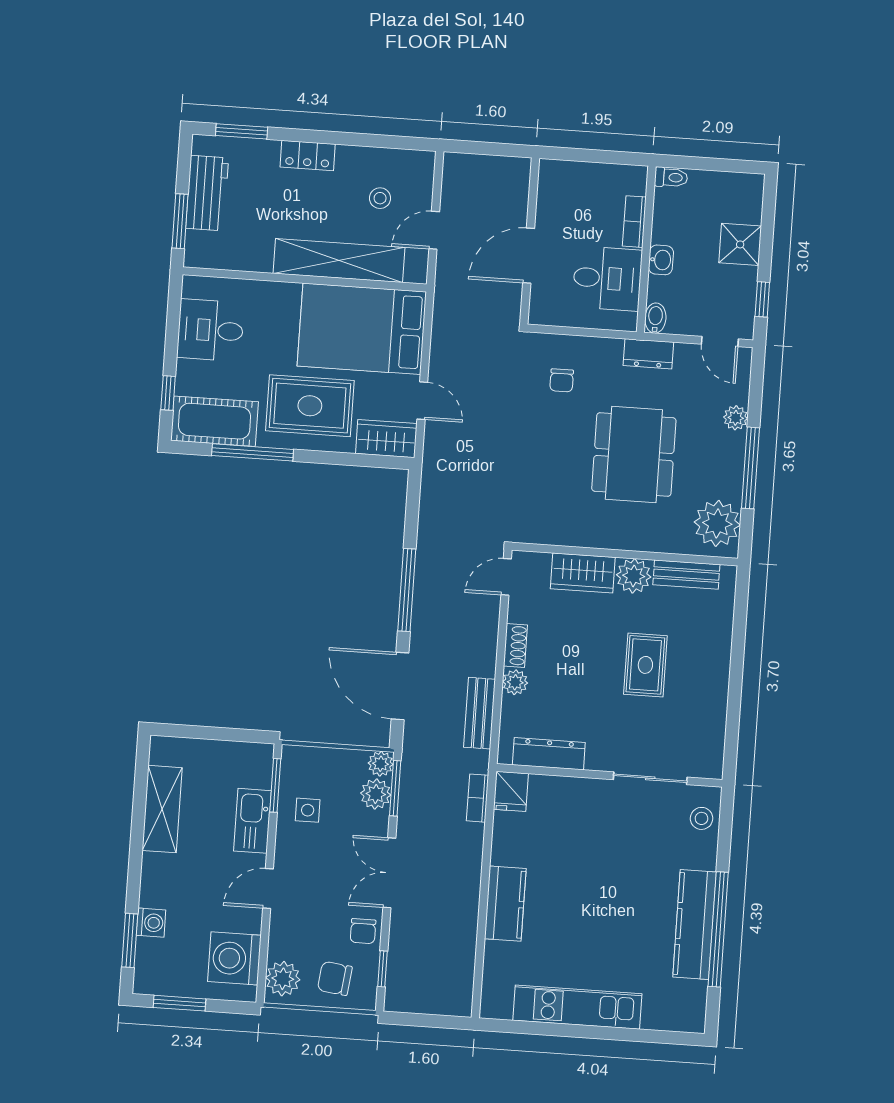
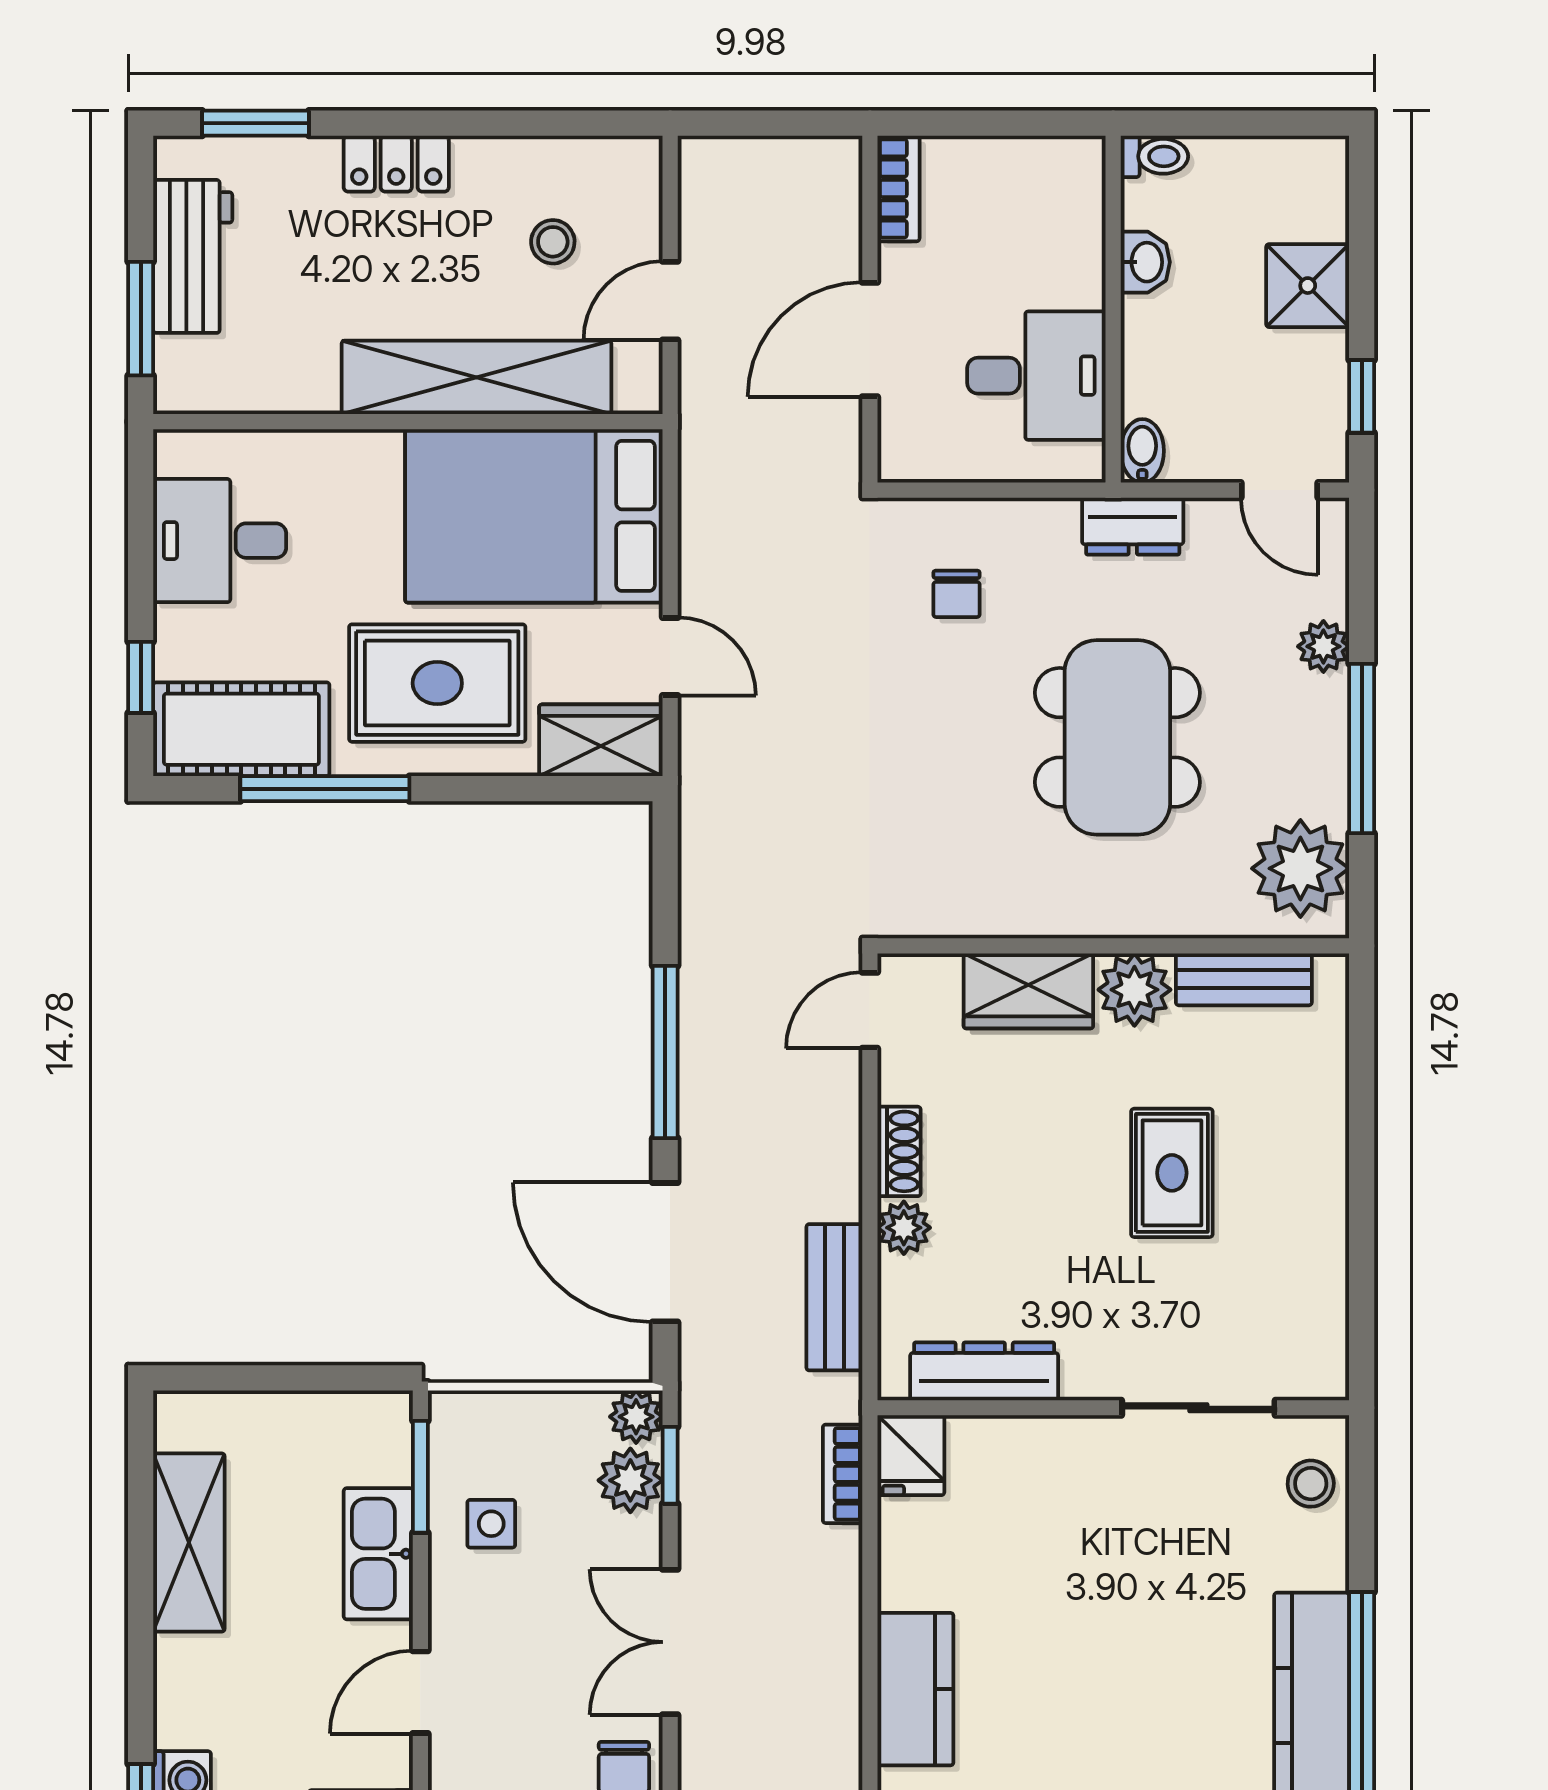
bookcase: (634, 222) -> (898, 188), moved, turned 180
washbasin: (661, 260) -> (1145, 262), moved
window: (395, 788) -> (670, 1465), width x0.67

